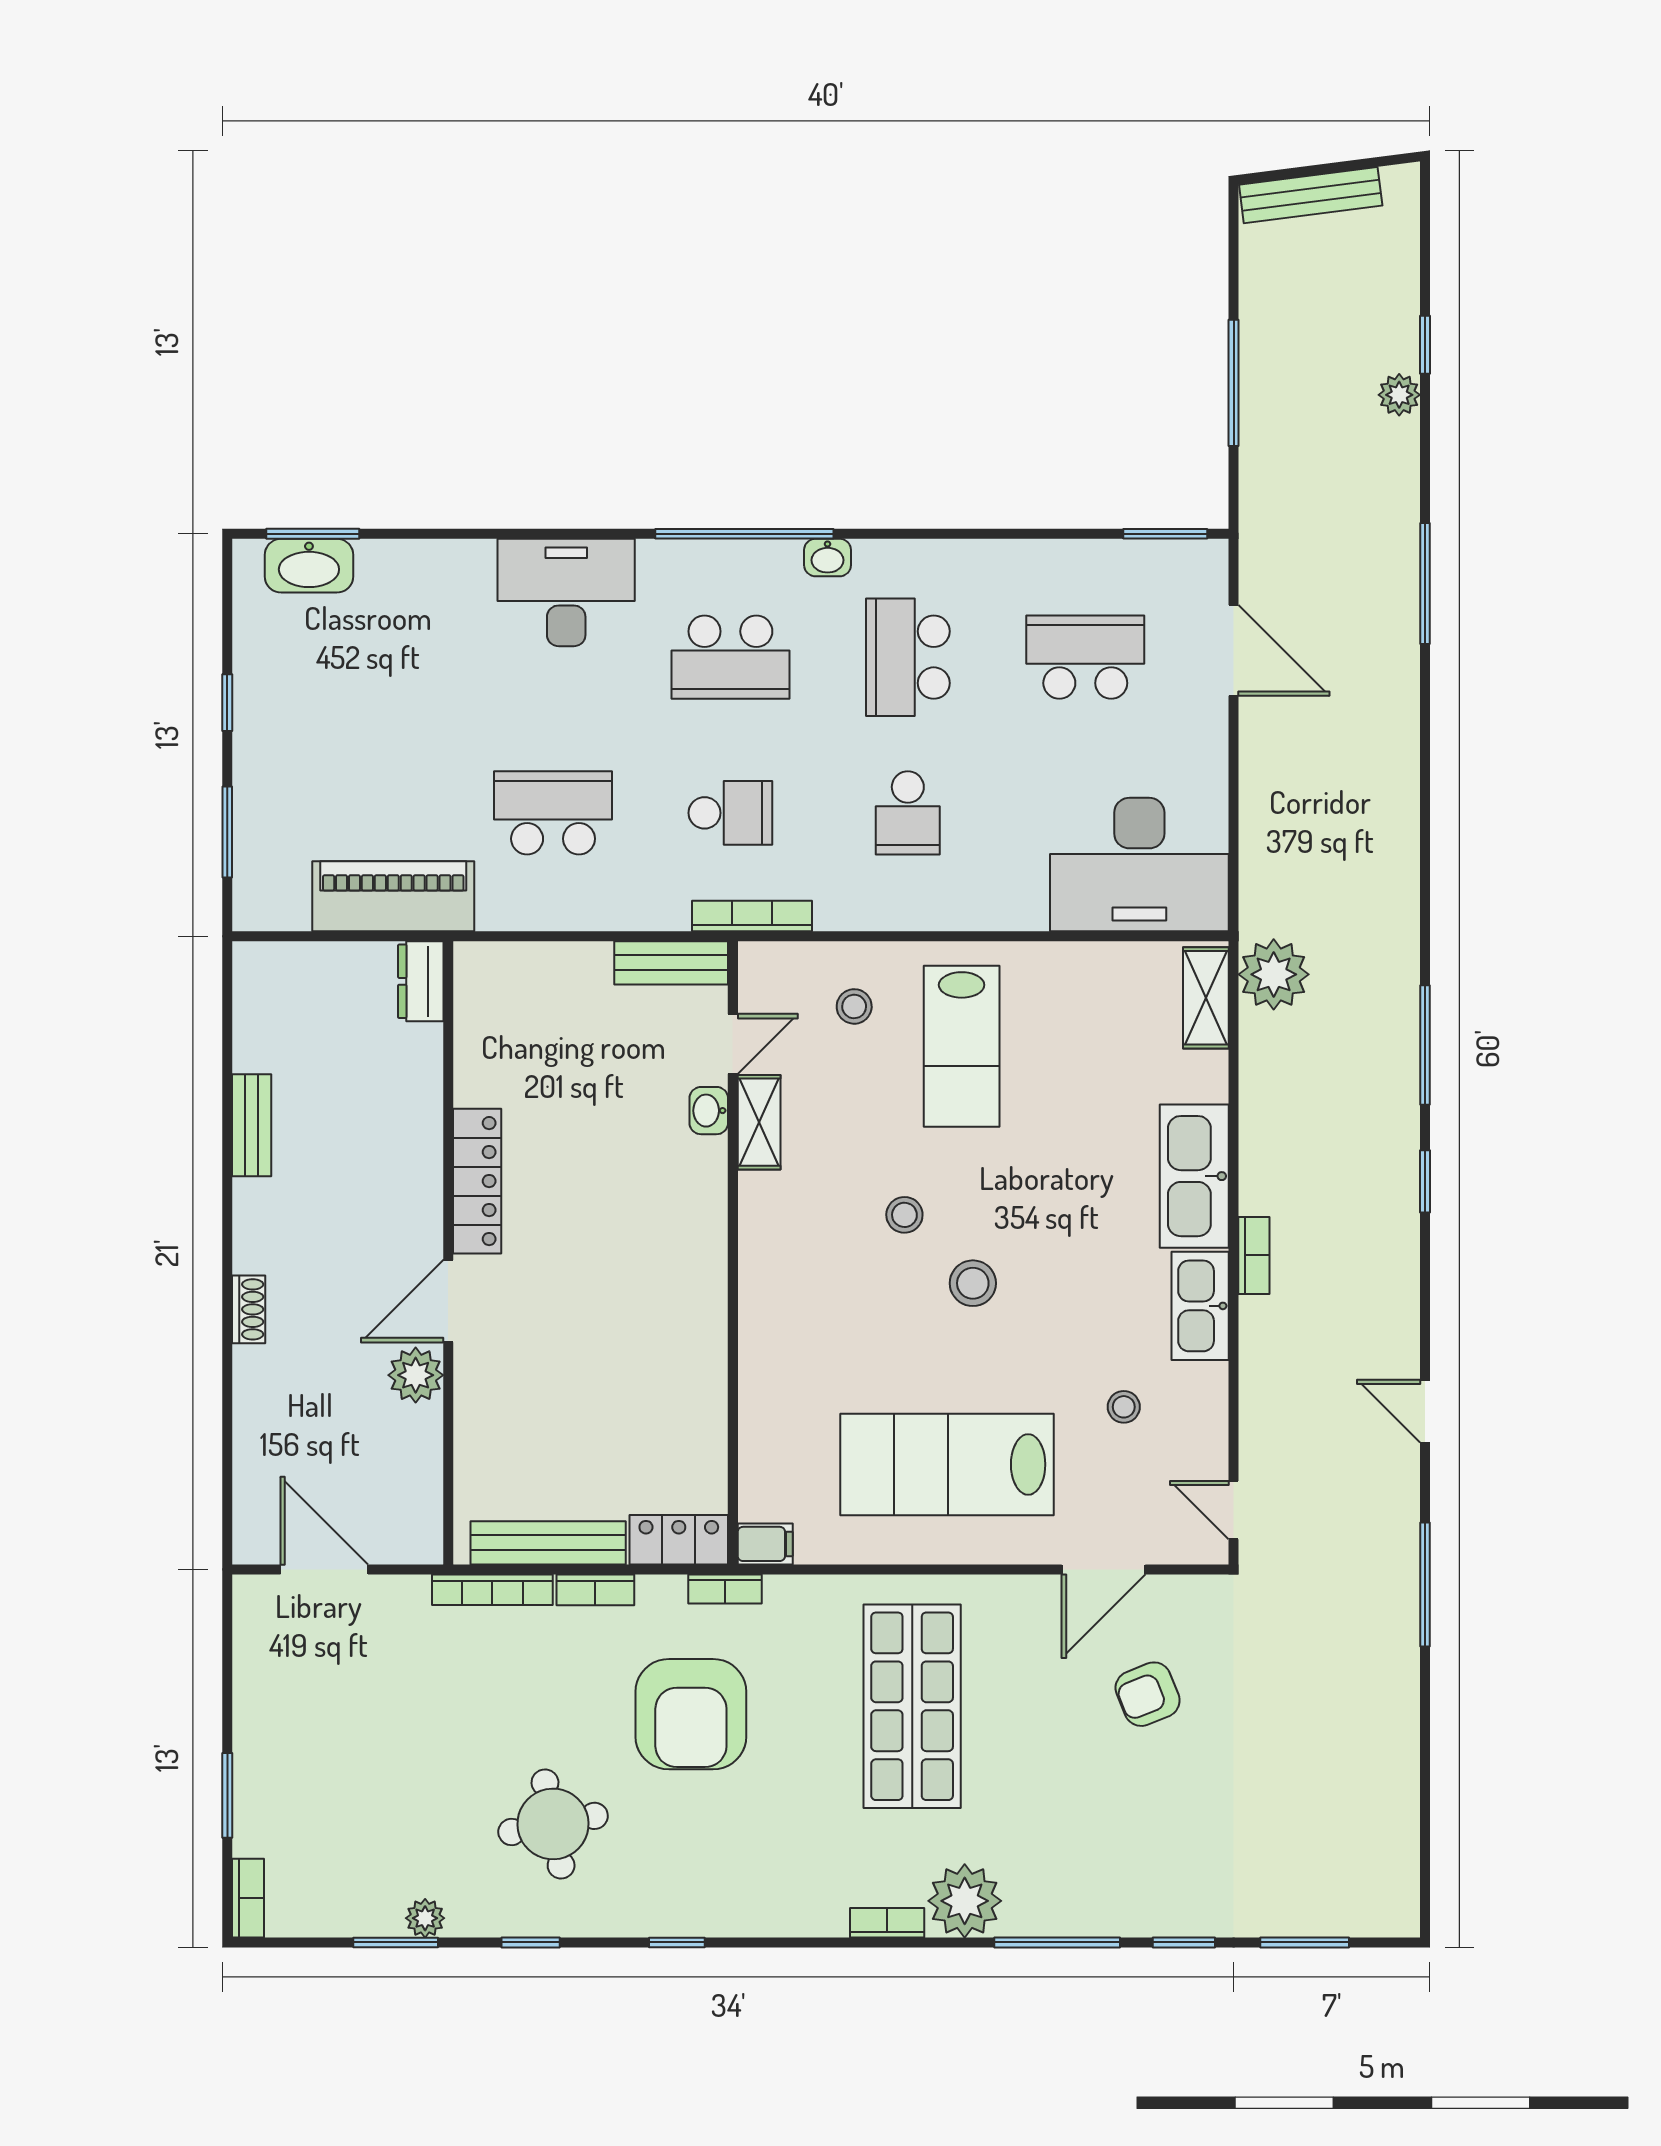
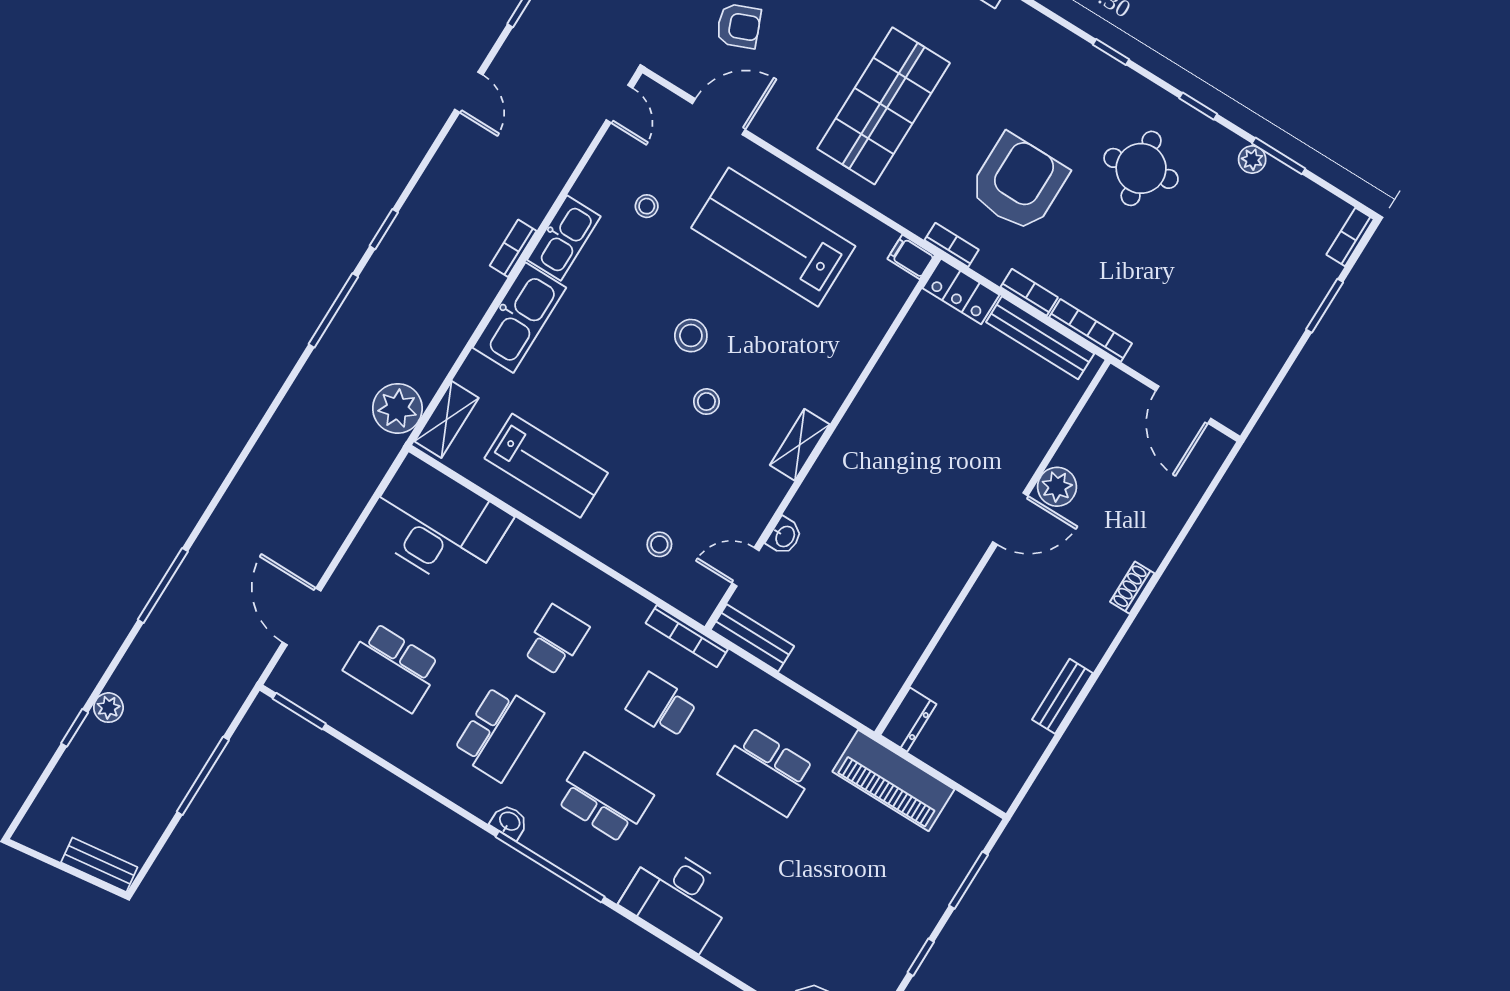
bench: (1311, 195) -> (99, 865), width x0.73
lab bench: (962, 1046) -> (546, 466), moved, turned 90
shelving: (759, 1122) -> (800, 445), moved
locker: (477, 1181) -> (949, 580), removed
lab bench: (947, 1464) -> (773, 237), turned 180

